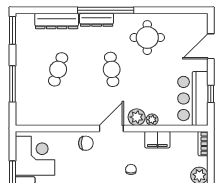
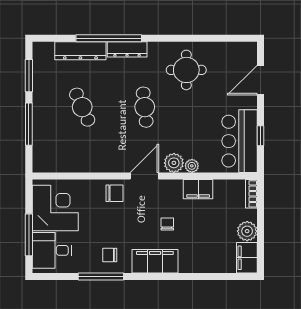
window: (106, 10) -> (109, 38), moved
window: (12, 30) -> (29, 76), moved
cafe table: (58, 69) -> (82, 107), turned -42

